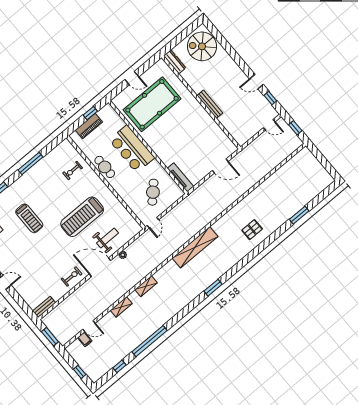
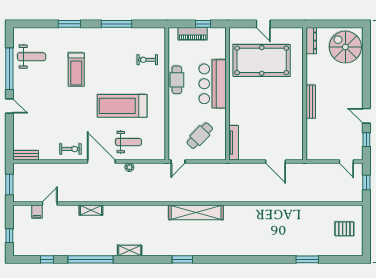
pallet: (252, 230) -> (344, 229), moved
shelving: (146, 286) -> (130, 250), moved
door: (89, 326) -> (50, 204), swing flipped

